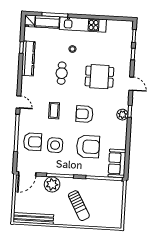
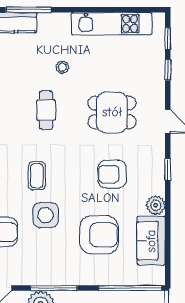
kitchen unit: (83, 24) -> (112, 24), moved
armchair: (84, 114) -> (112, 174), moved
plant: (122, 115) -> (156, 205), moved
side table: (55, 145) -> (46, 215), moved
sofa: (117, 163) -> (151, 241), moved

